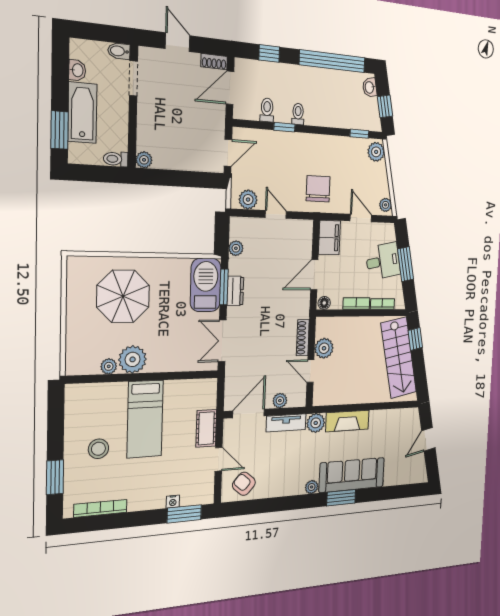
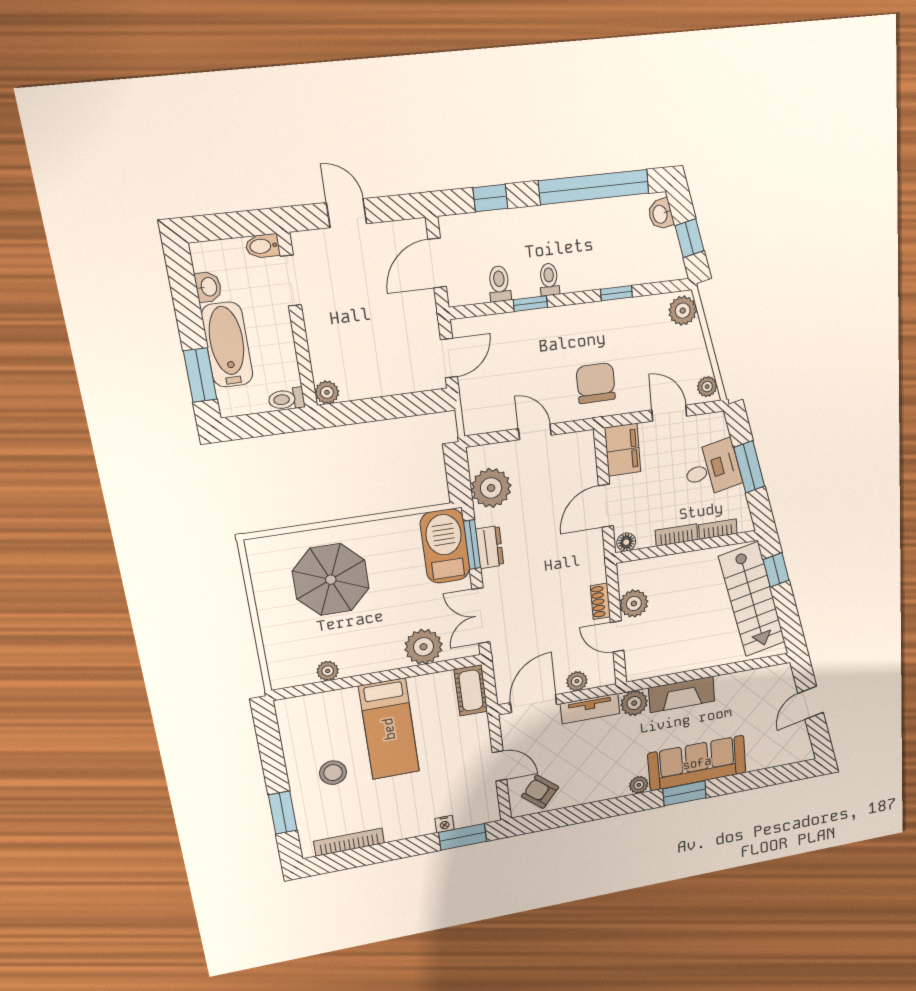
shoe rack: (214, 62) -> (407, 230), removed
window: (359, 134) -> (617, 293), moved
plant: (248, 200) -> (490, 419), removed
plant: (236, 248) -> (491, 488), width x1.88, depth x1.88
shoe rack: (303, 338) -> (600, 601), width x0.70
plant: (133, 359) -> (423, 647), moved
cot: (206, 428) -> (471, 690), moved

